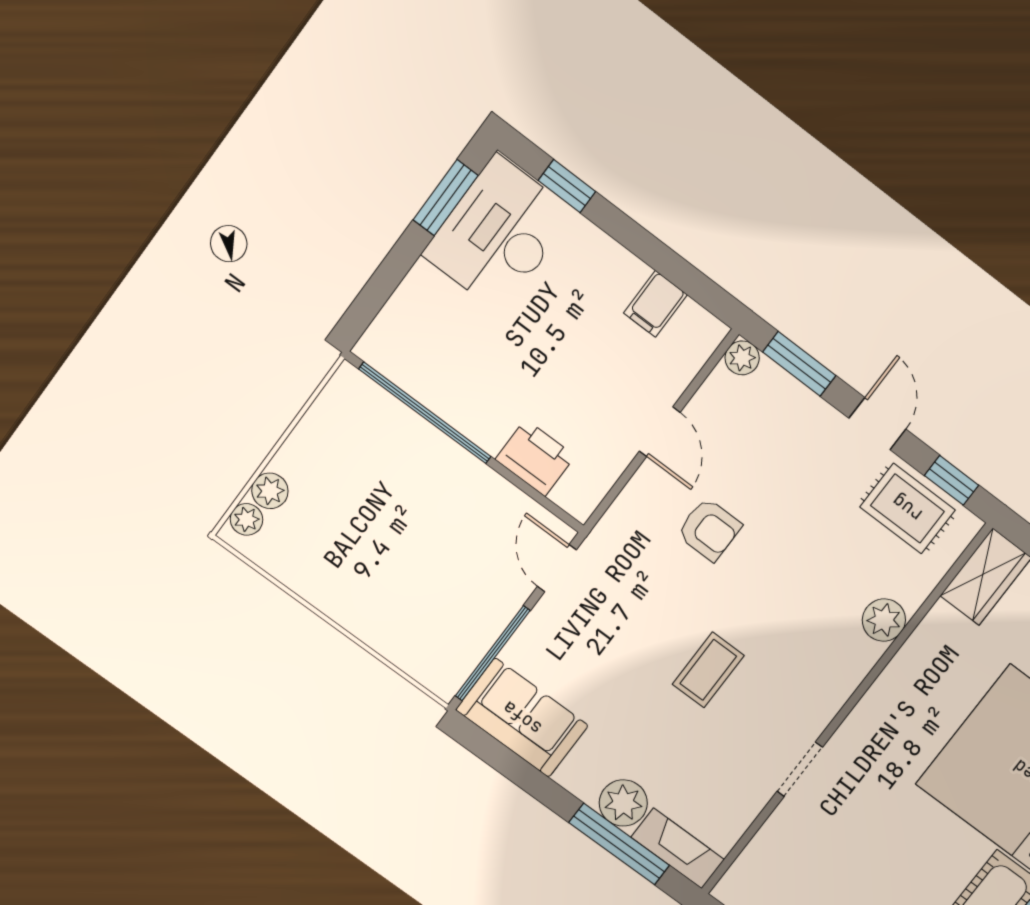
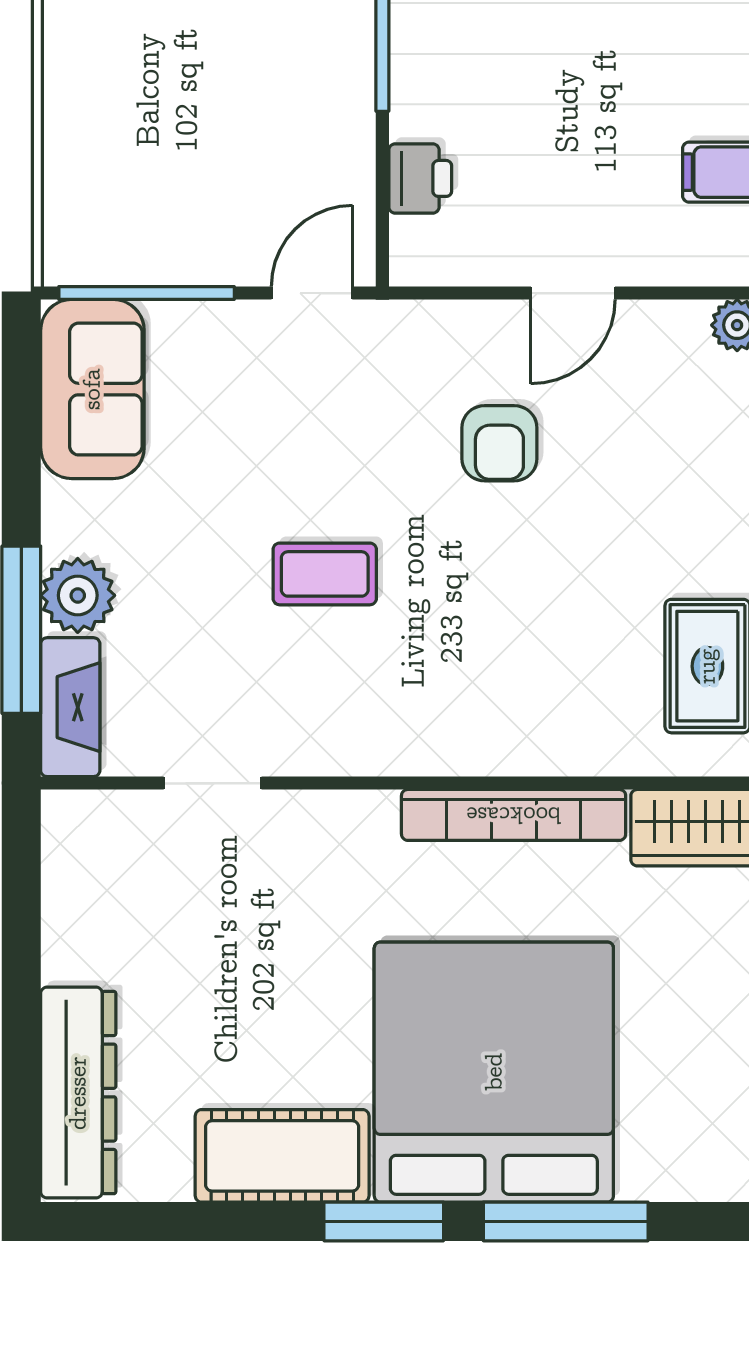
printer: (535, 458) -> (420, 178), width x0.73, depth x0.81
plant: (884, 620) -> (549, 743), removed
bookcase: (906, 666) -> (514, 815), added
doorway: (800, 769) -> (213, 783), moved

